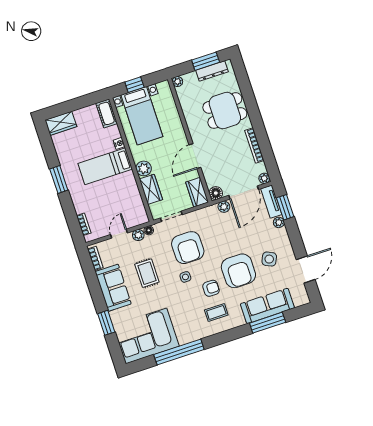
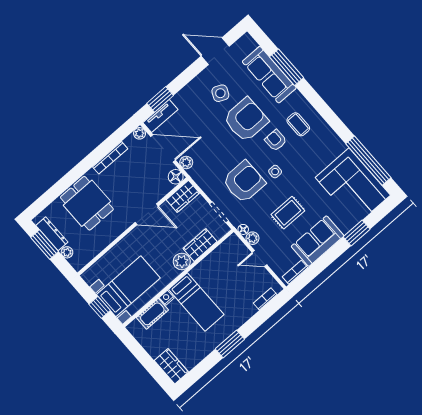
plant: (177, 82) -> (67, 252), moved
cot: (107, 113) -> (152, 314), moved
plant: (279, 222) -> (179, 99), removed
window: (179, 352) -> (368, 161), moved

